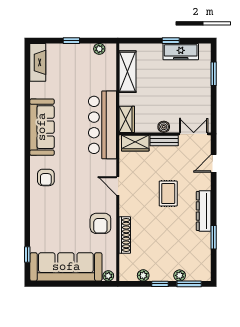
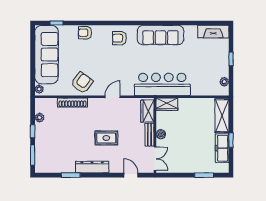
shelving: (128, 72) -> (222, 116), moved, turned 90
armchair: (39, 220) -> (85, 33), added
armchair: (100, 223) -> (82, 83), turned 127
plant: (180, 275) -> (39, 147), removed

